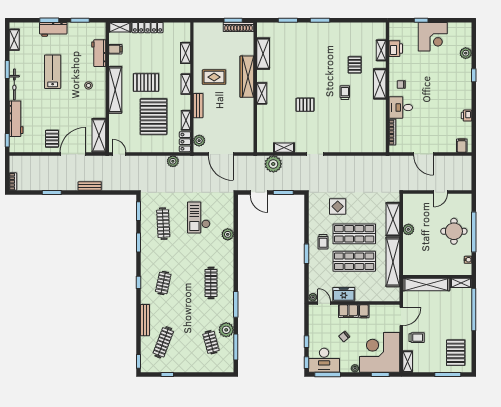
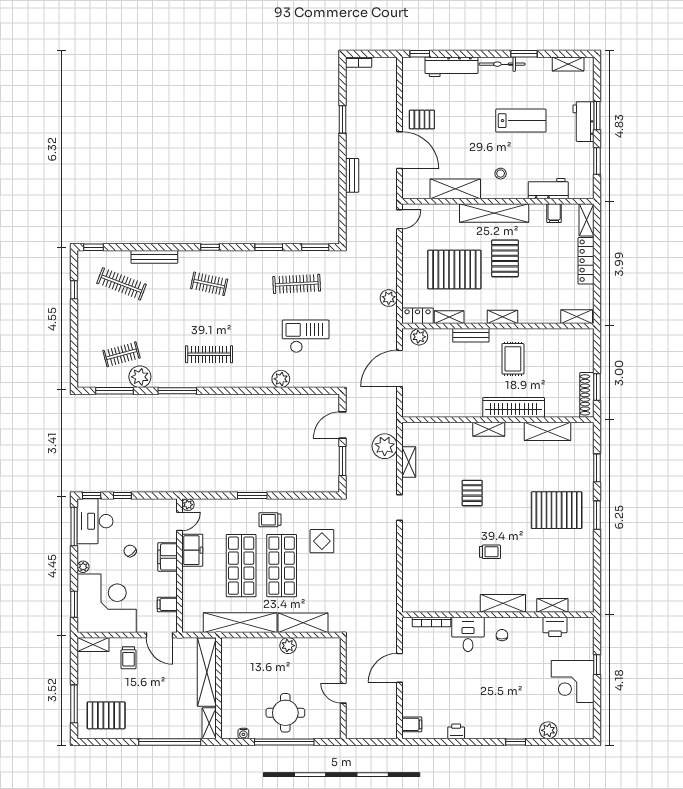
shelving: (185, 53) -> (577, 317), moved
pallet: (355, 65) -> (557, 510), moved, width x2.05, depth x2.00
shelving: (99, 135) -> (455, 189), moved
filing cabinet: (364, 311) -> (167, 604), moved

